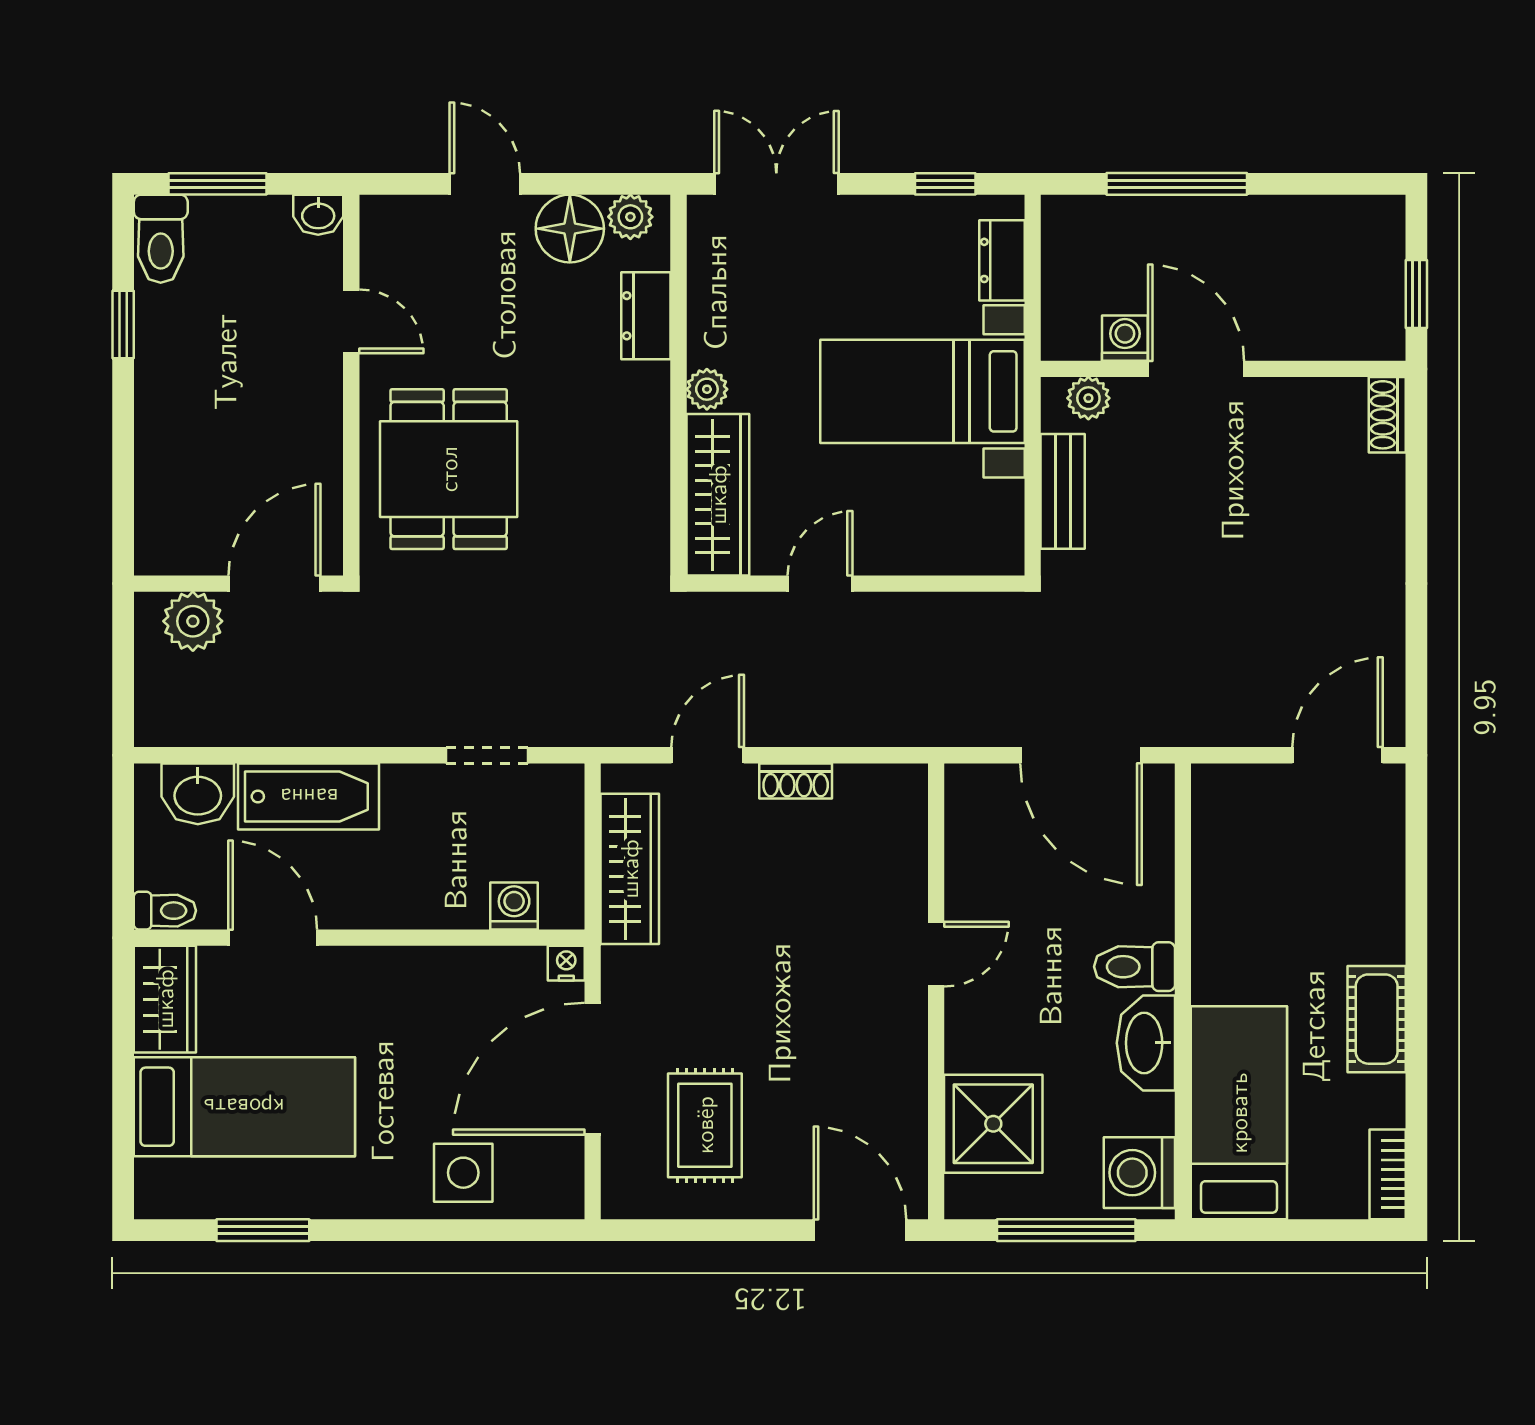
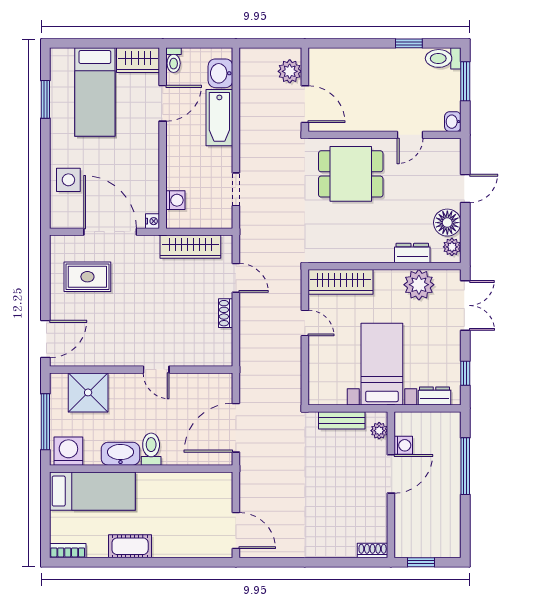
plant: (707, 389) -> (419, 285), moved, width x1.87, depth x1.87

